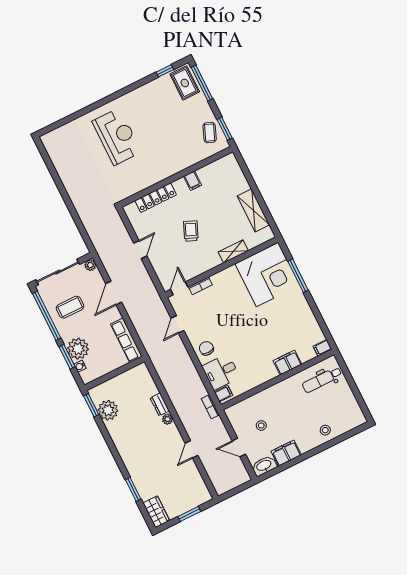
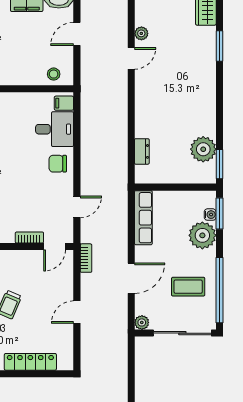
chair: (206, 348) -> (58, 164), turned 90
window: (67, 357) -> (219, 214), moved
dresser: (160, 404) -> (142, 151), moved
bookcase: (210, 407) -> (86, 258), moved
plant: (167, 419) -> (141, 33), moved
stool: (261, 426) -> (54, 74), moved
door: (239, 447) -> (77, 34), swing flipped

